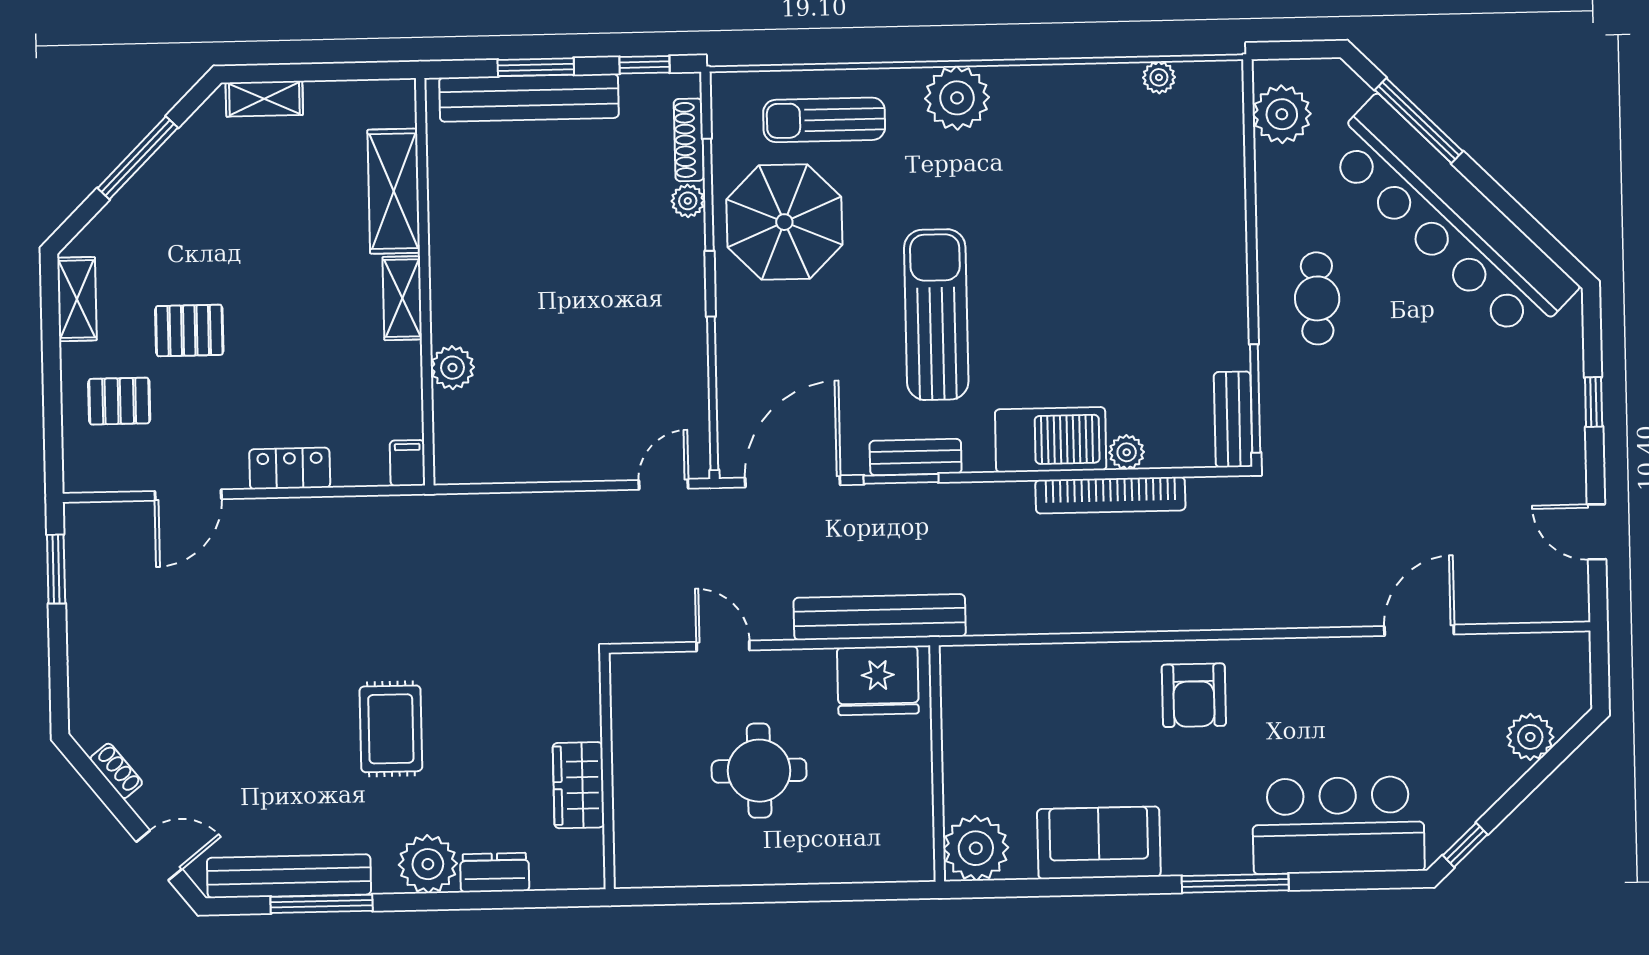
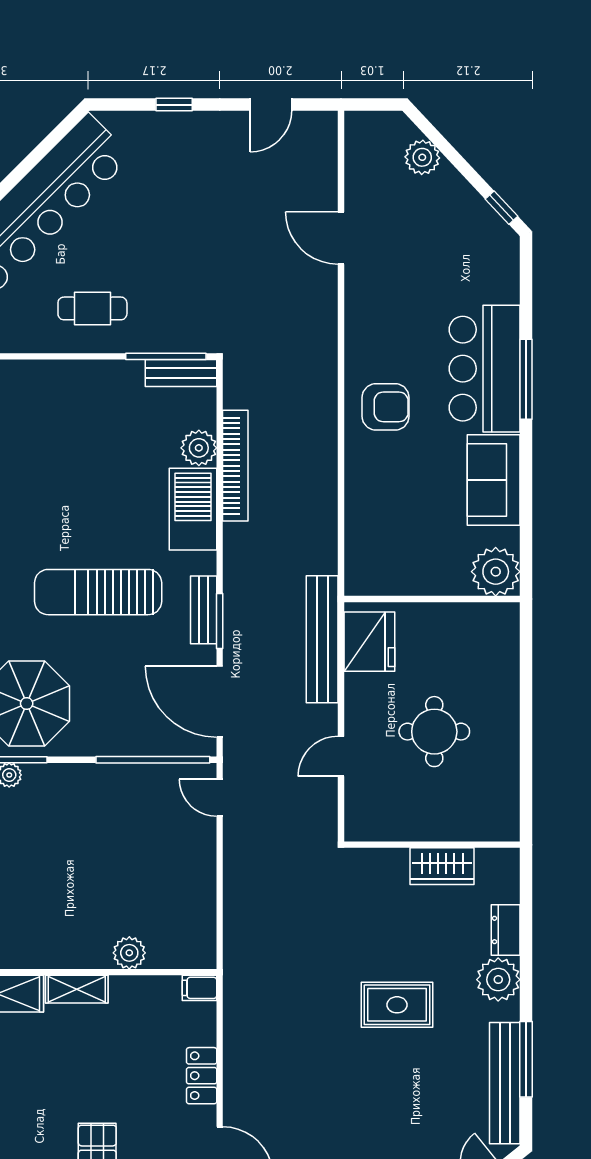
plant: (1127, 452) -> (199, 448), width x1.38, depth x1.38
bar counter: (1338, 825) -> (485, 369), moved

